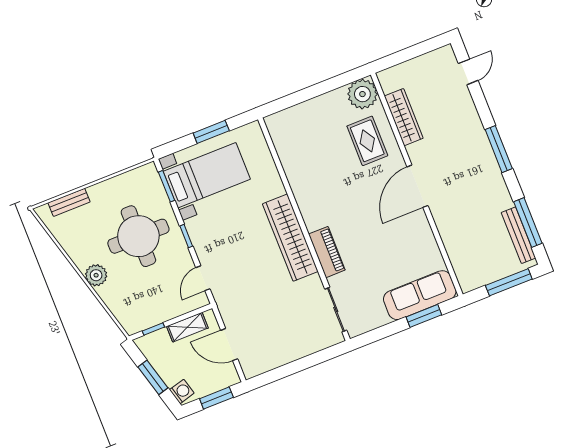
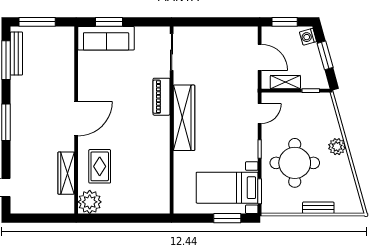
window: (211, 132) -> (227, 218), moved
bench: (69, 202) -> (318, 208), moved

